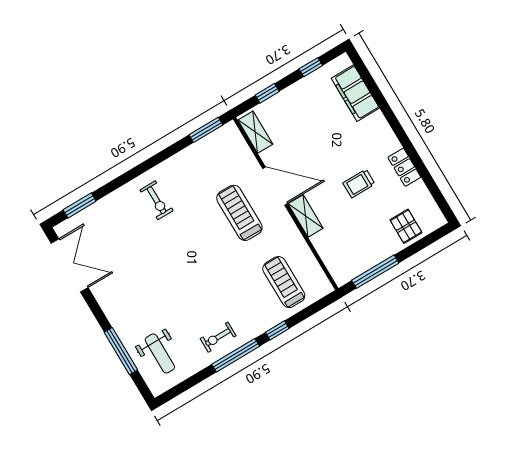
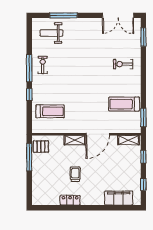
exercise bike: (157, 200) -> (123, 64), moved
treadmill: (239, 213) -> (124, 104), moved, turned 180
pallet: (406, 226) -> (41, 147), moved

